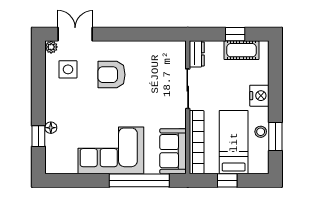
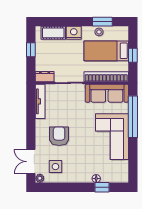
tv unit: (161, 47) -> (40, 101), added
cot: (241, 50) -> (53, 33), moved, turned 90
armchair: (112, 75) -> (59, 136), turned 180
sofa: (173, 151) -> (107, 93), width x1.36

